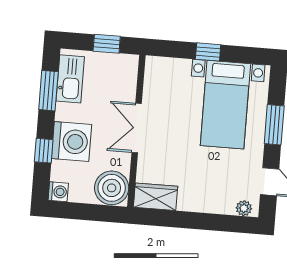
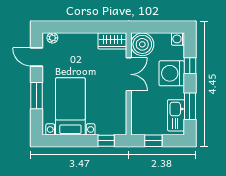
window: (208, 52) -> (106, 141), moved
double door: (137, 128) -> (129, 74), moved

